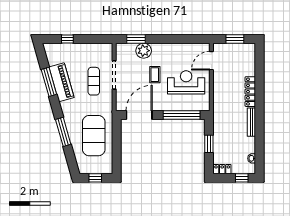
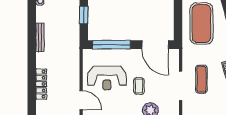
door: (211, 61) -> (81, 100), hinge flipped
locker: (250, 92) -> (41, 84), moved
door: (139, 115) -> (155, 45), hinge flipped

